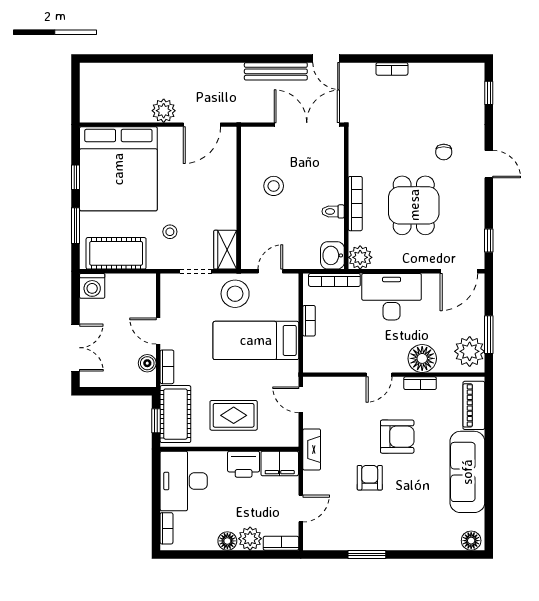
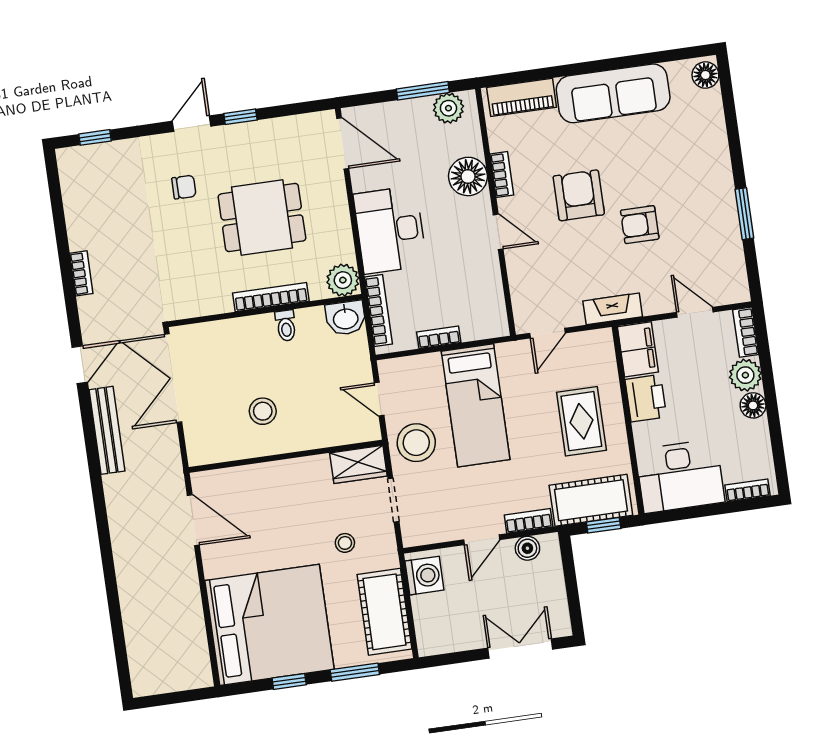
plant: (164, 111) -> (182, 575), removed
window: (489, 240) -> (240, 117), moved
washing machine: (92, 286) -> (424, 576), moved
plant: (470, 351) -> (448, 108), width x0.73, depth x0.73

